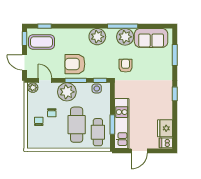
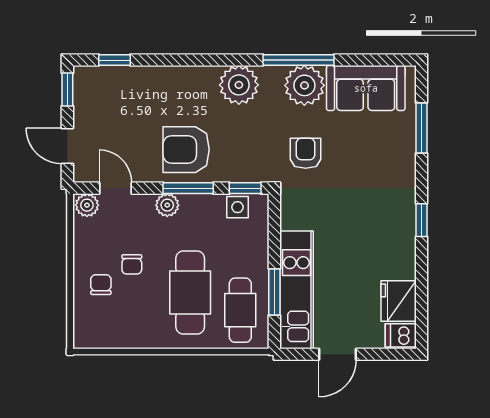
coffee table: (41, 42) -> (107, 97), removed
plant: (67, 92) -> (167, 205), width x0.53, depth x0.53

